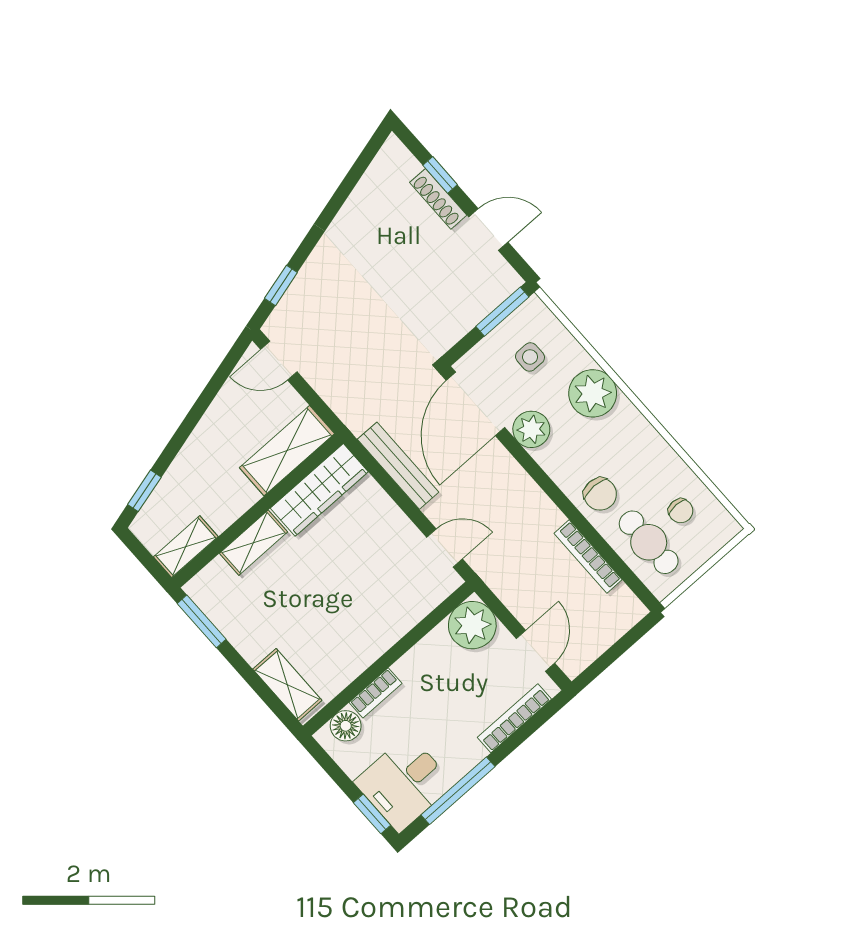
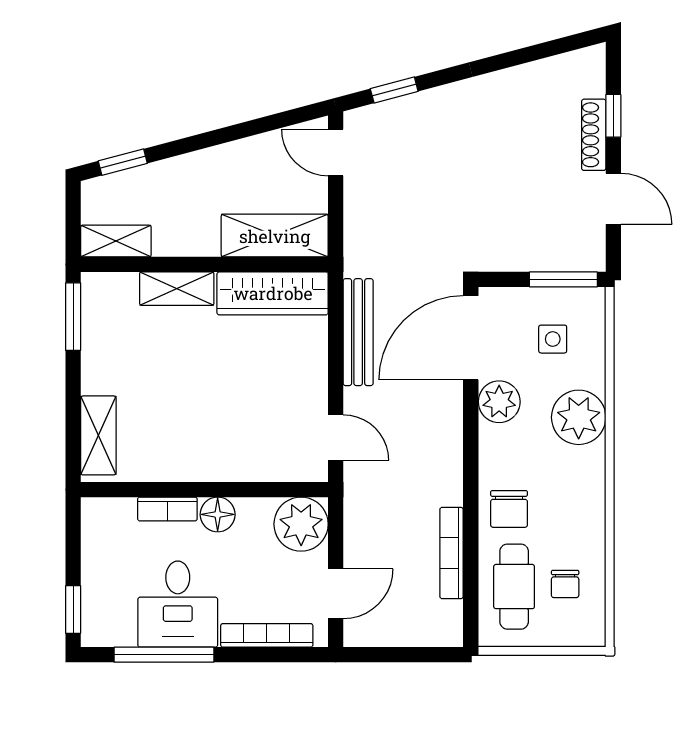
floor lamp: (346, 726) -> (218, 514), moved
desk: (404, 783) -> (178, 604), moved, turned -90

